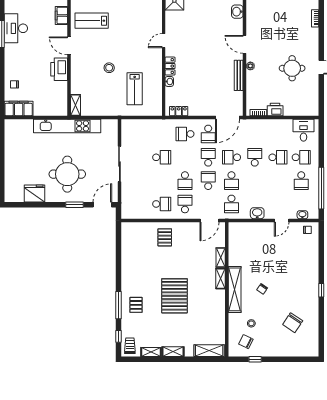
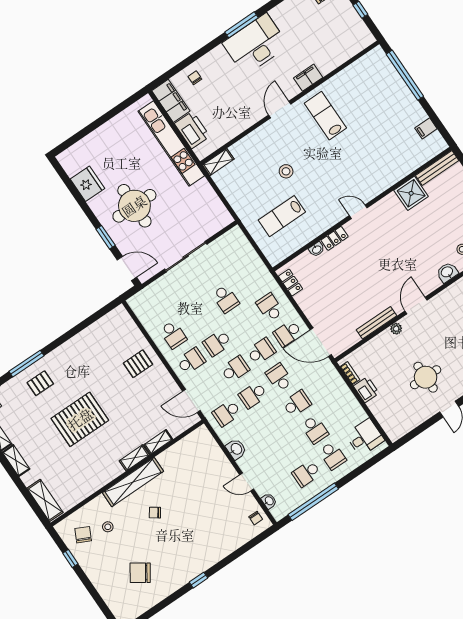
desk: (16, 28) -> (255, 44), width x1.36, depth x1.30
printer: (59, 69) -> (192, 130), moved, turned 90
kitchen unit: (67, 126) -> (171, 144), moved

